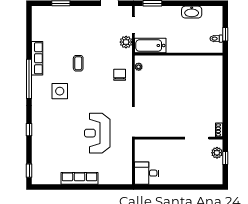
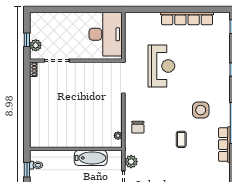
bathtub: (150, 46) -> (91, 158), moved
desk: (147, 173) -> (106, 34), width x1.87, depth x1.30
row of seats: (80, 178) -> (187, 19), width x1.36

